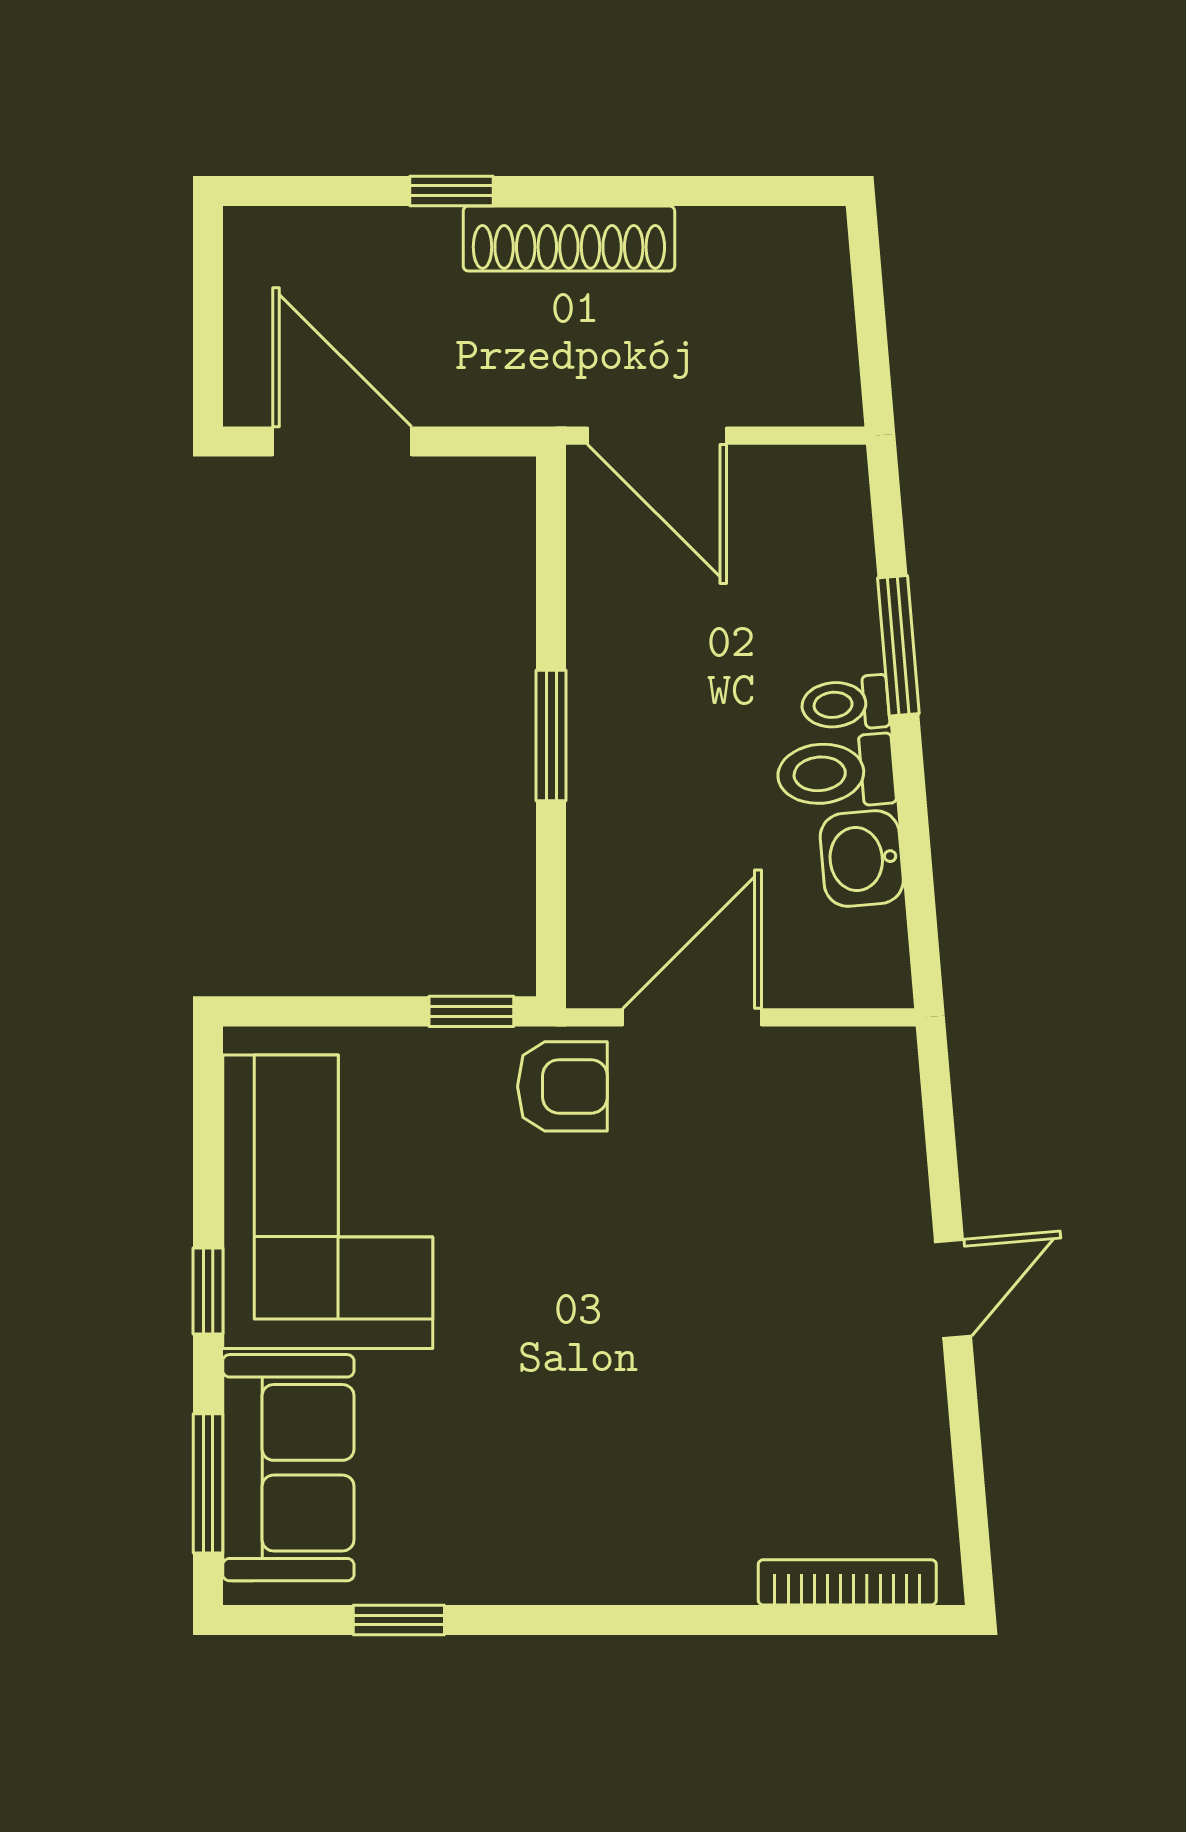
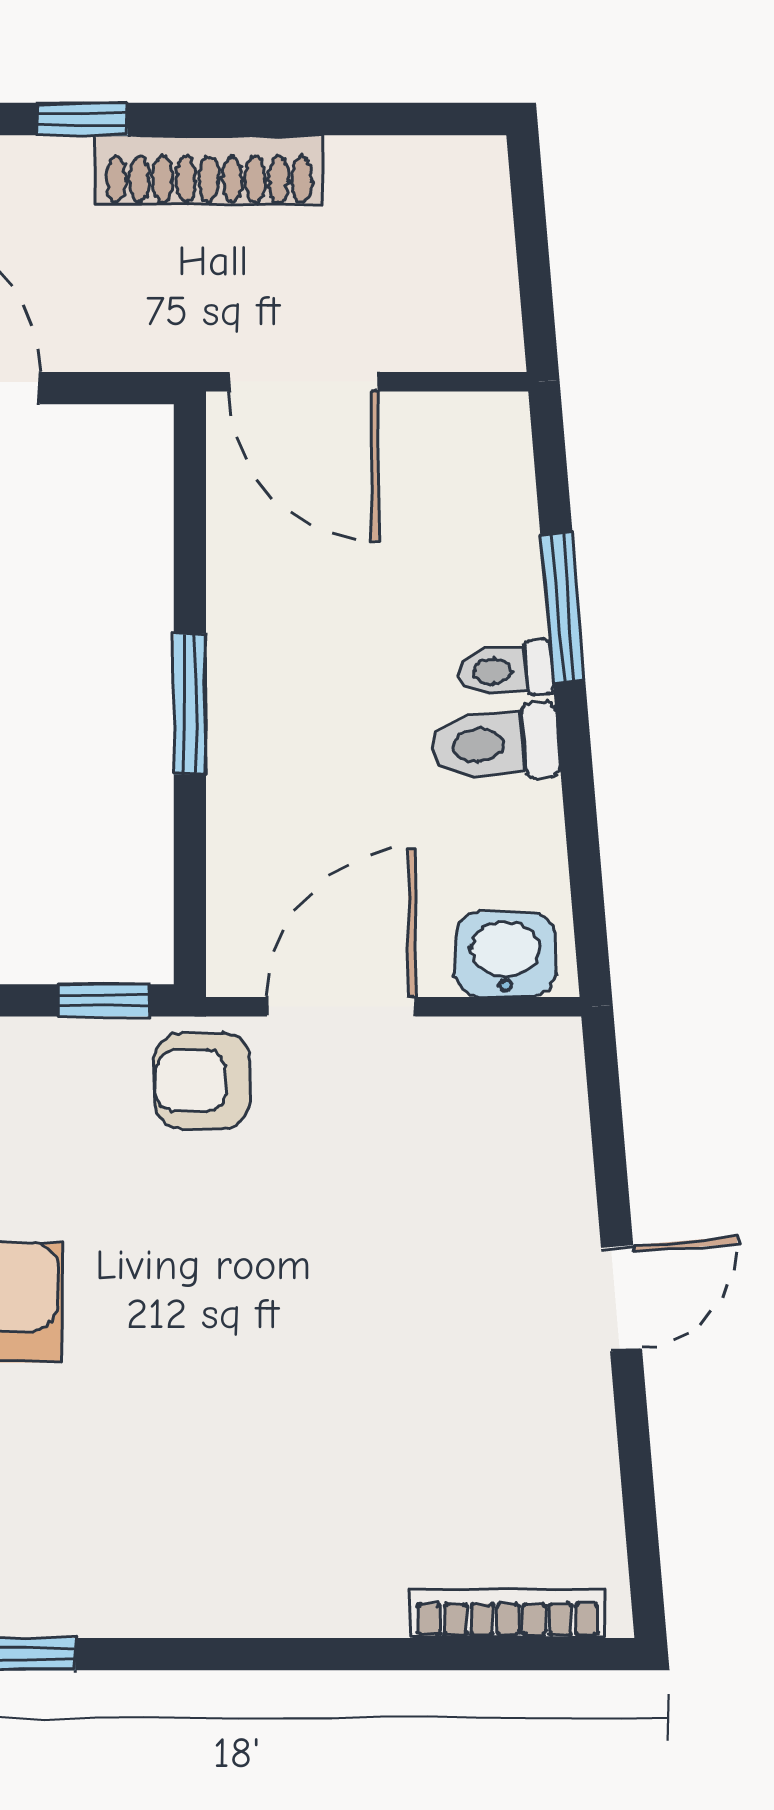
washbasin: (862, 859) -> (505, 955), moved, turned 95
armchair: (562, 1086) -> (202, 1081), turned 180

